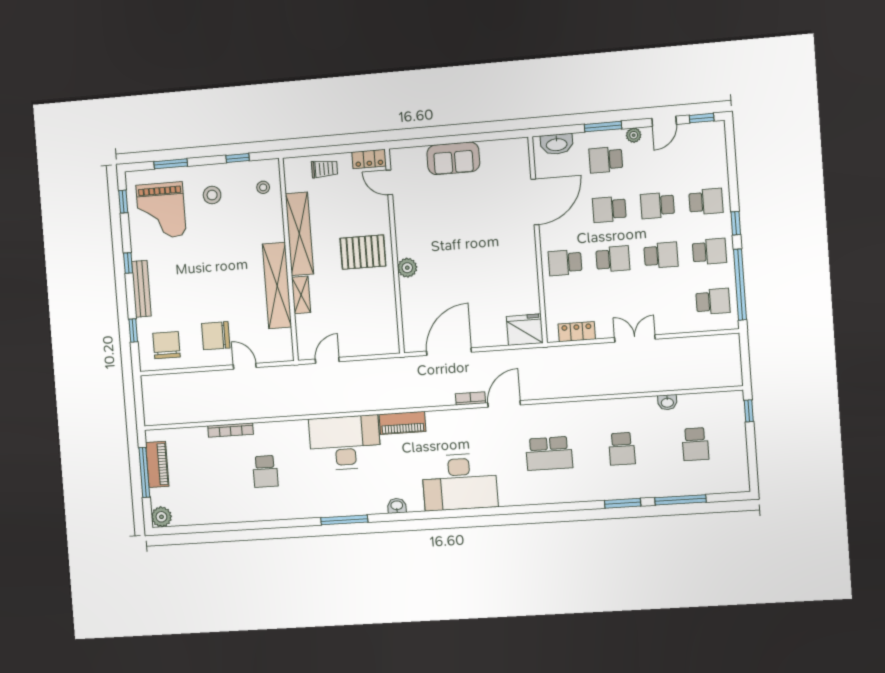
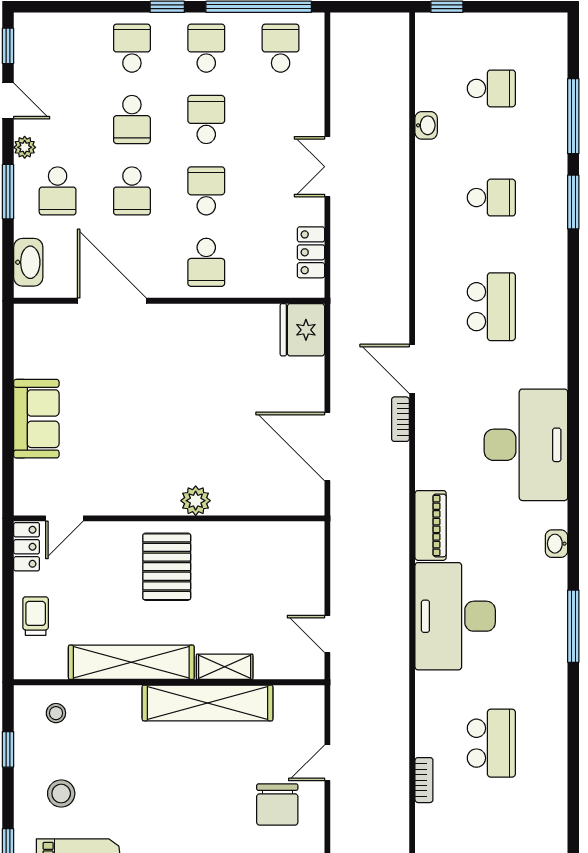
bookcase: (231, 430) -> (424, 780), width x0.64
school desk: (265, 471) -> (491, 743), width x1.85

